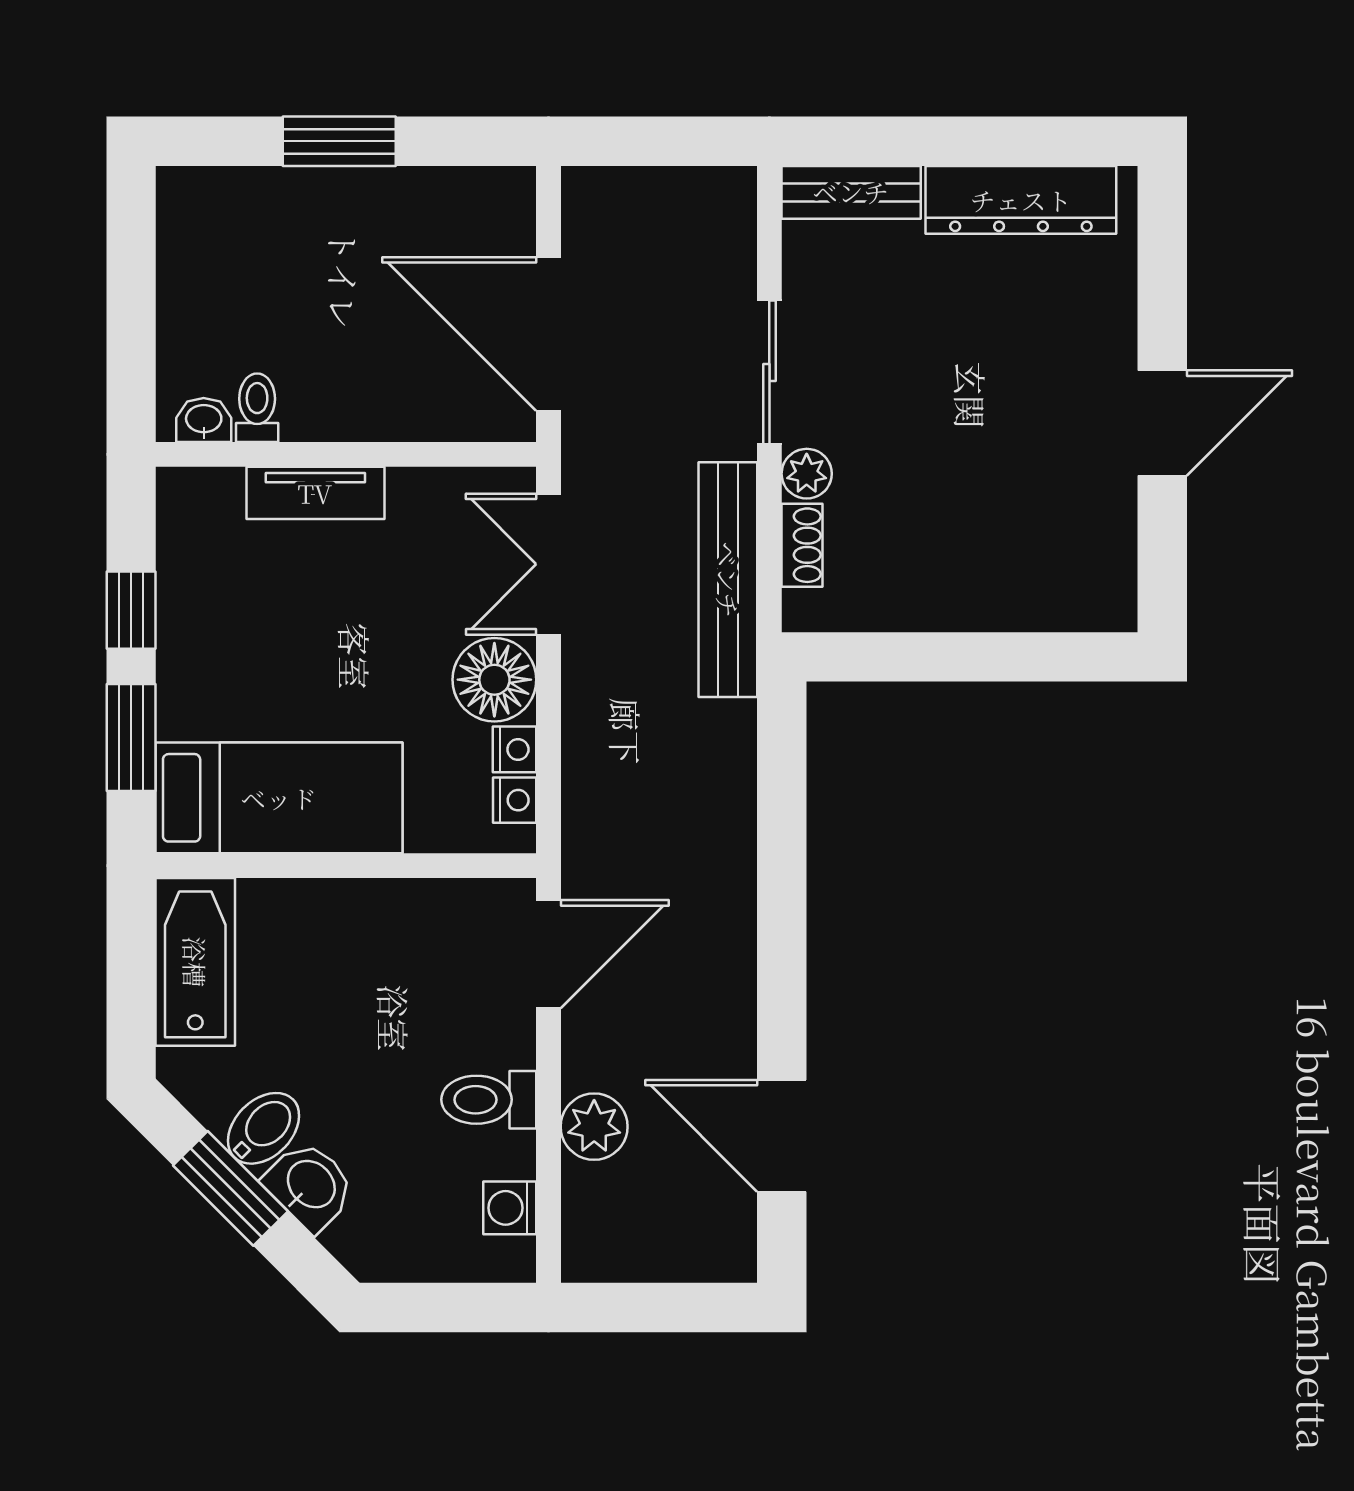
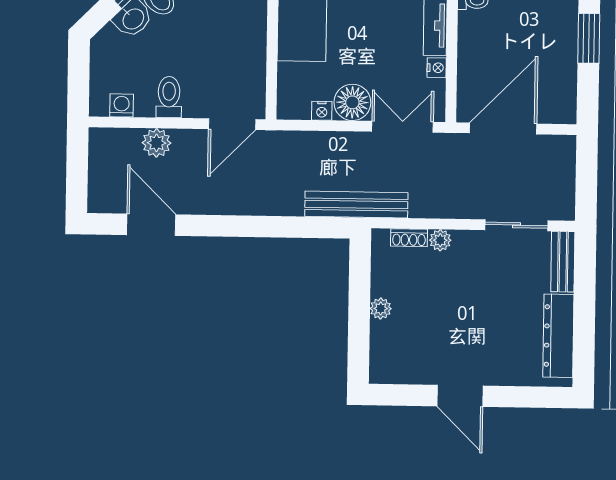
sliding door: (769, 372) -> (517, 225), moved
bench: (728, 580) -> (356, 205), moved
plant: (965, 608) -> (381, 309), added
nightstand: (515, 800) -> (437, 68), moved, turned -90
door: (548, 954) -> (232, 124), hinge flipped
door: (782, 1136) -> (151, 225), hinge flipped

